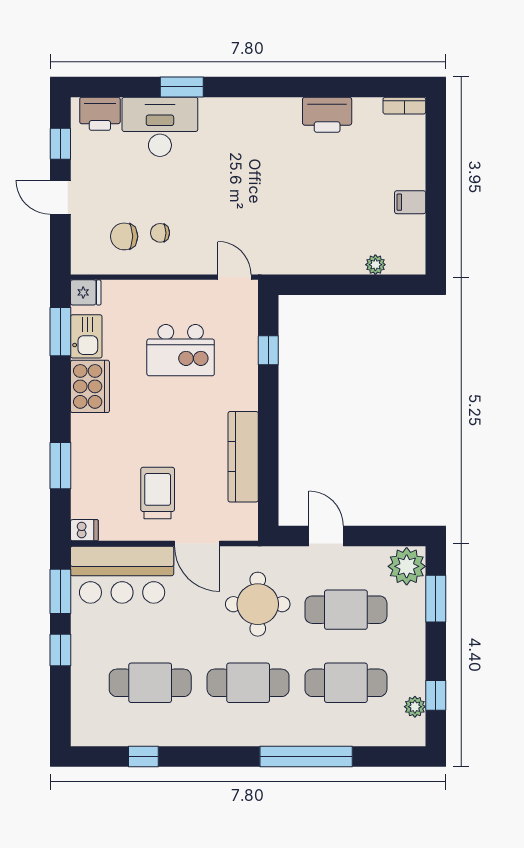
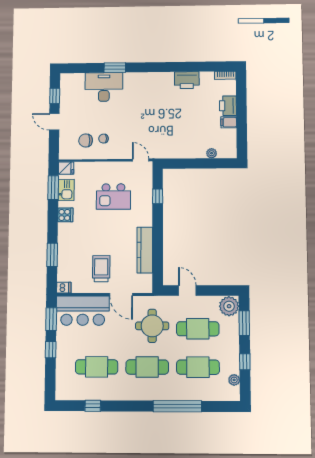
printer: (100, 114) -> (228, 106), moved, turned 90
cooker: (90, 386) -> (65, 215), width x0.53, depth x0.76
window: (436, 695) -> (245, 362), moved

